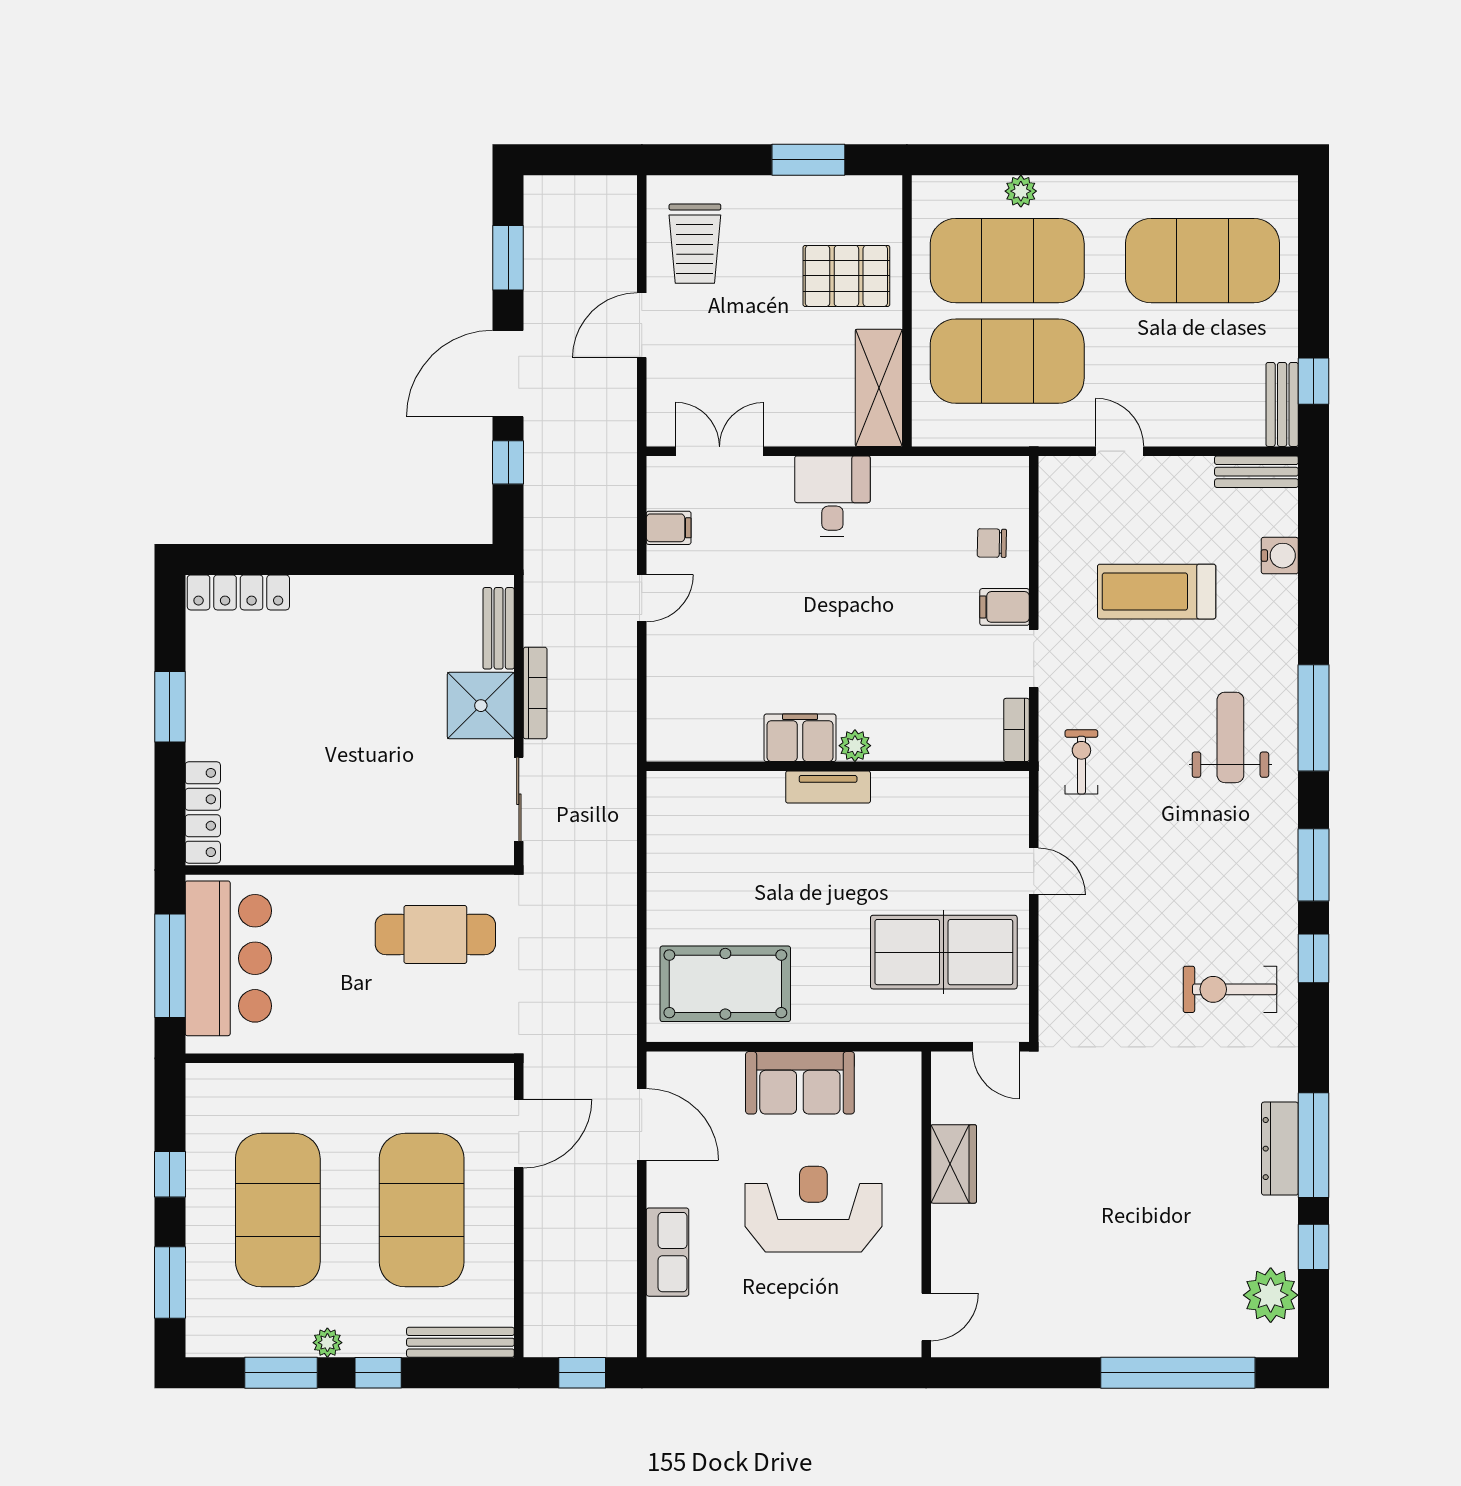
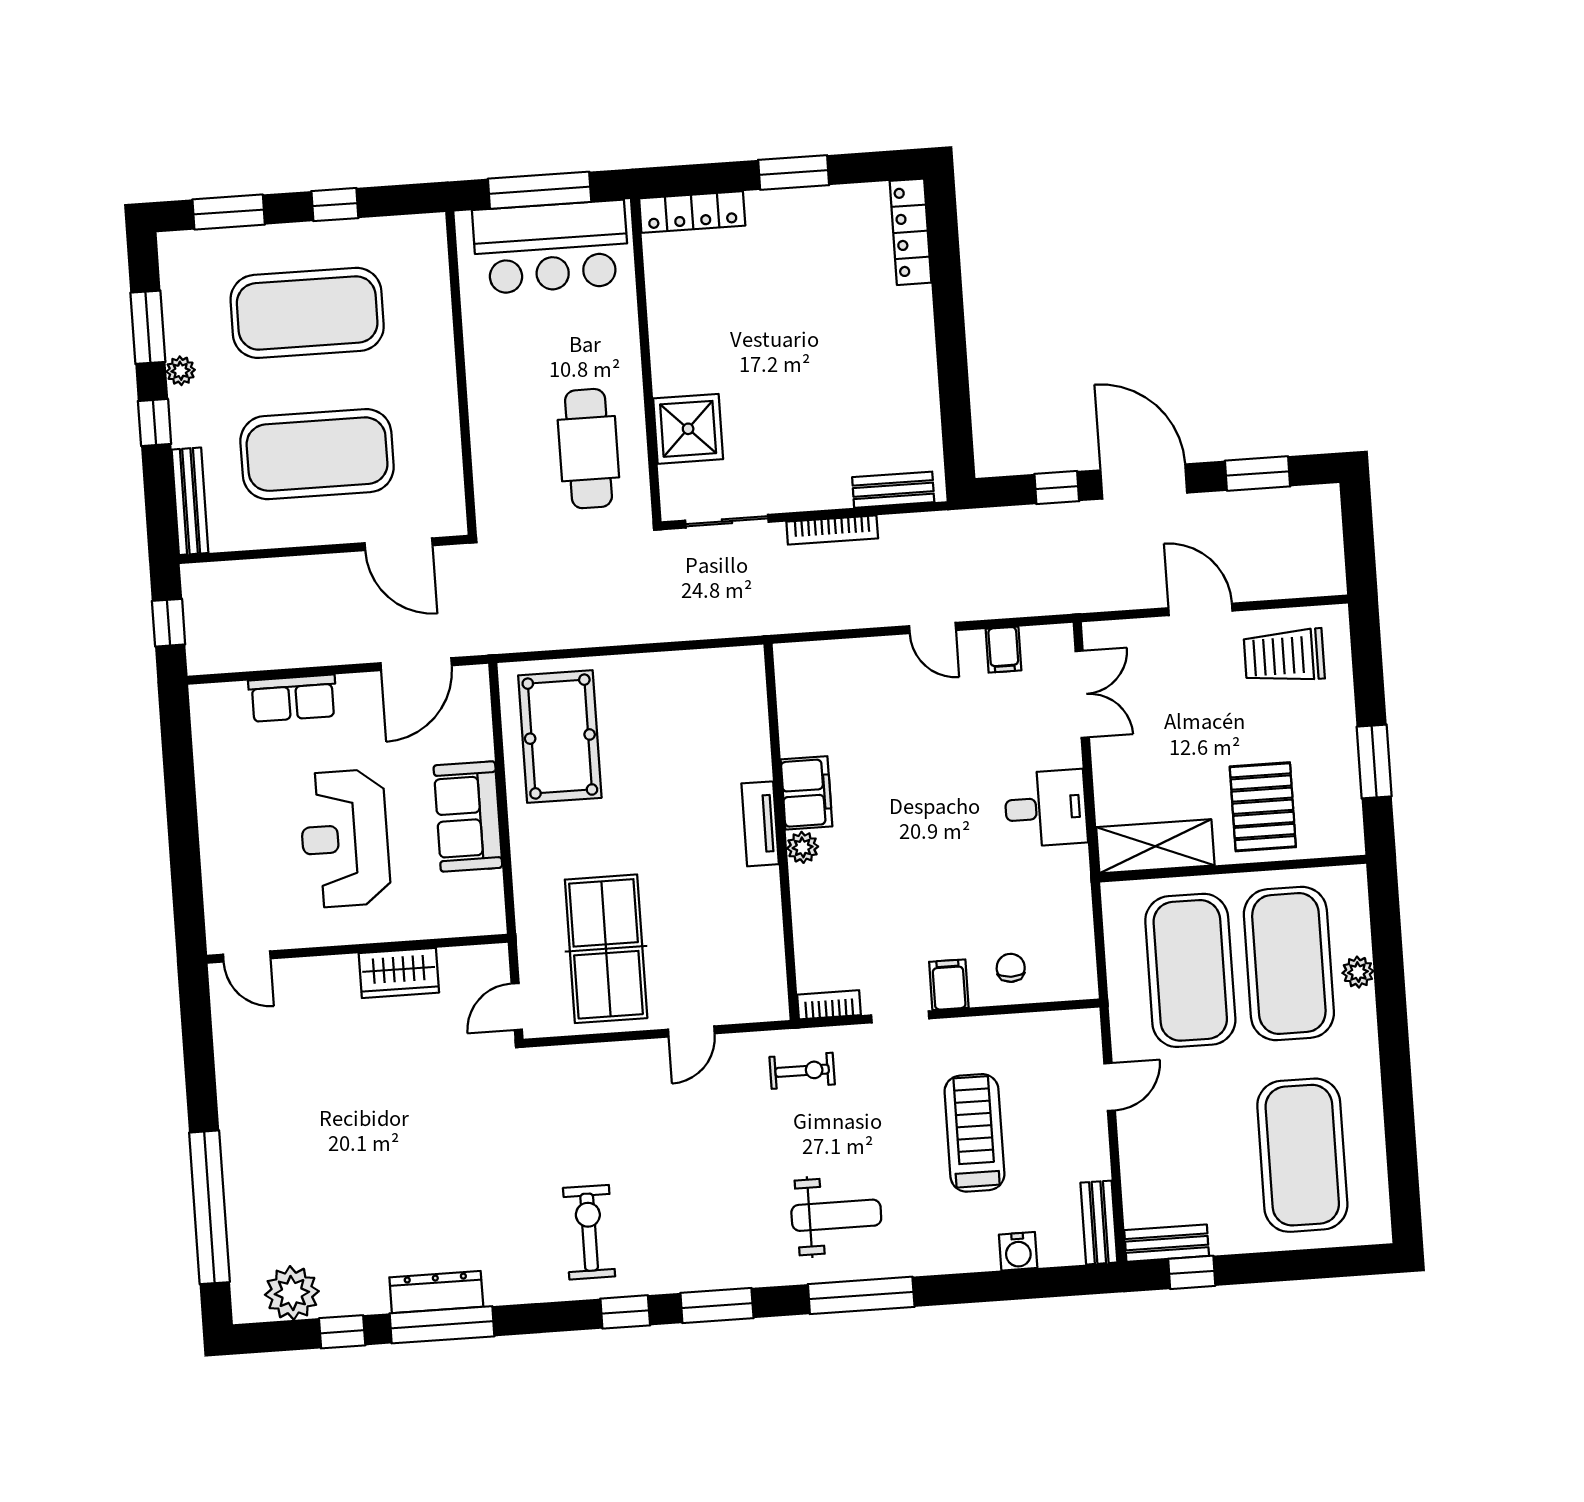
shower: (481, 706) -> (688, 429), moved
reception desk: (813, 1209) -> (345, 838), turned 180

